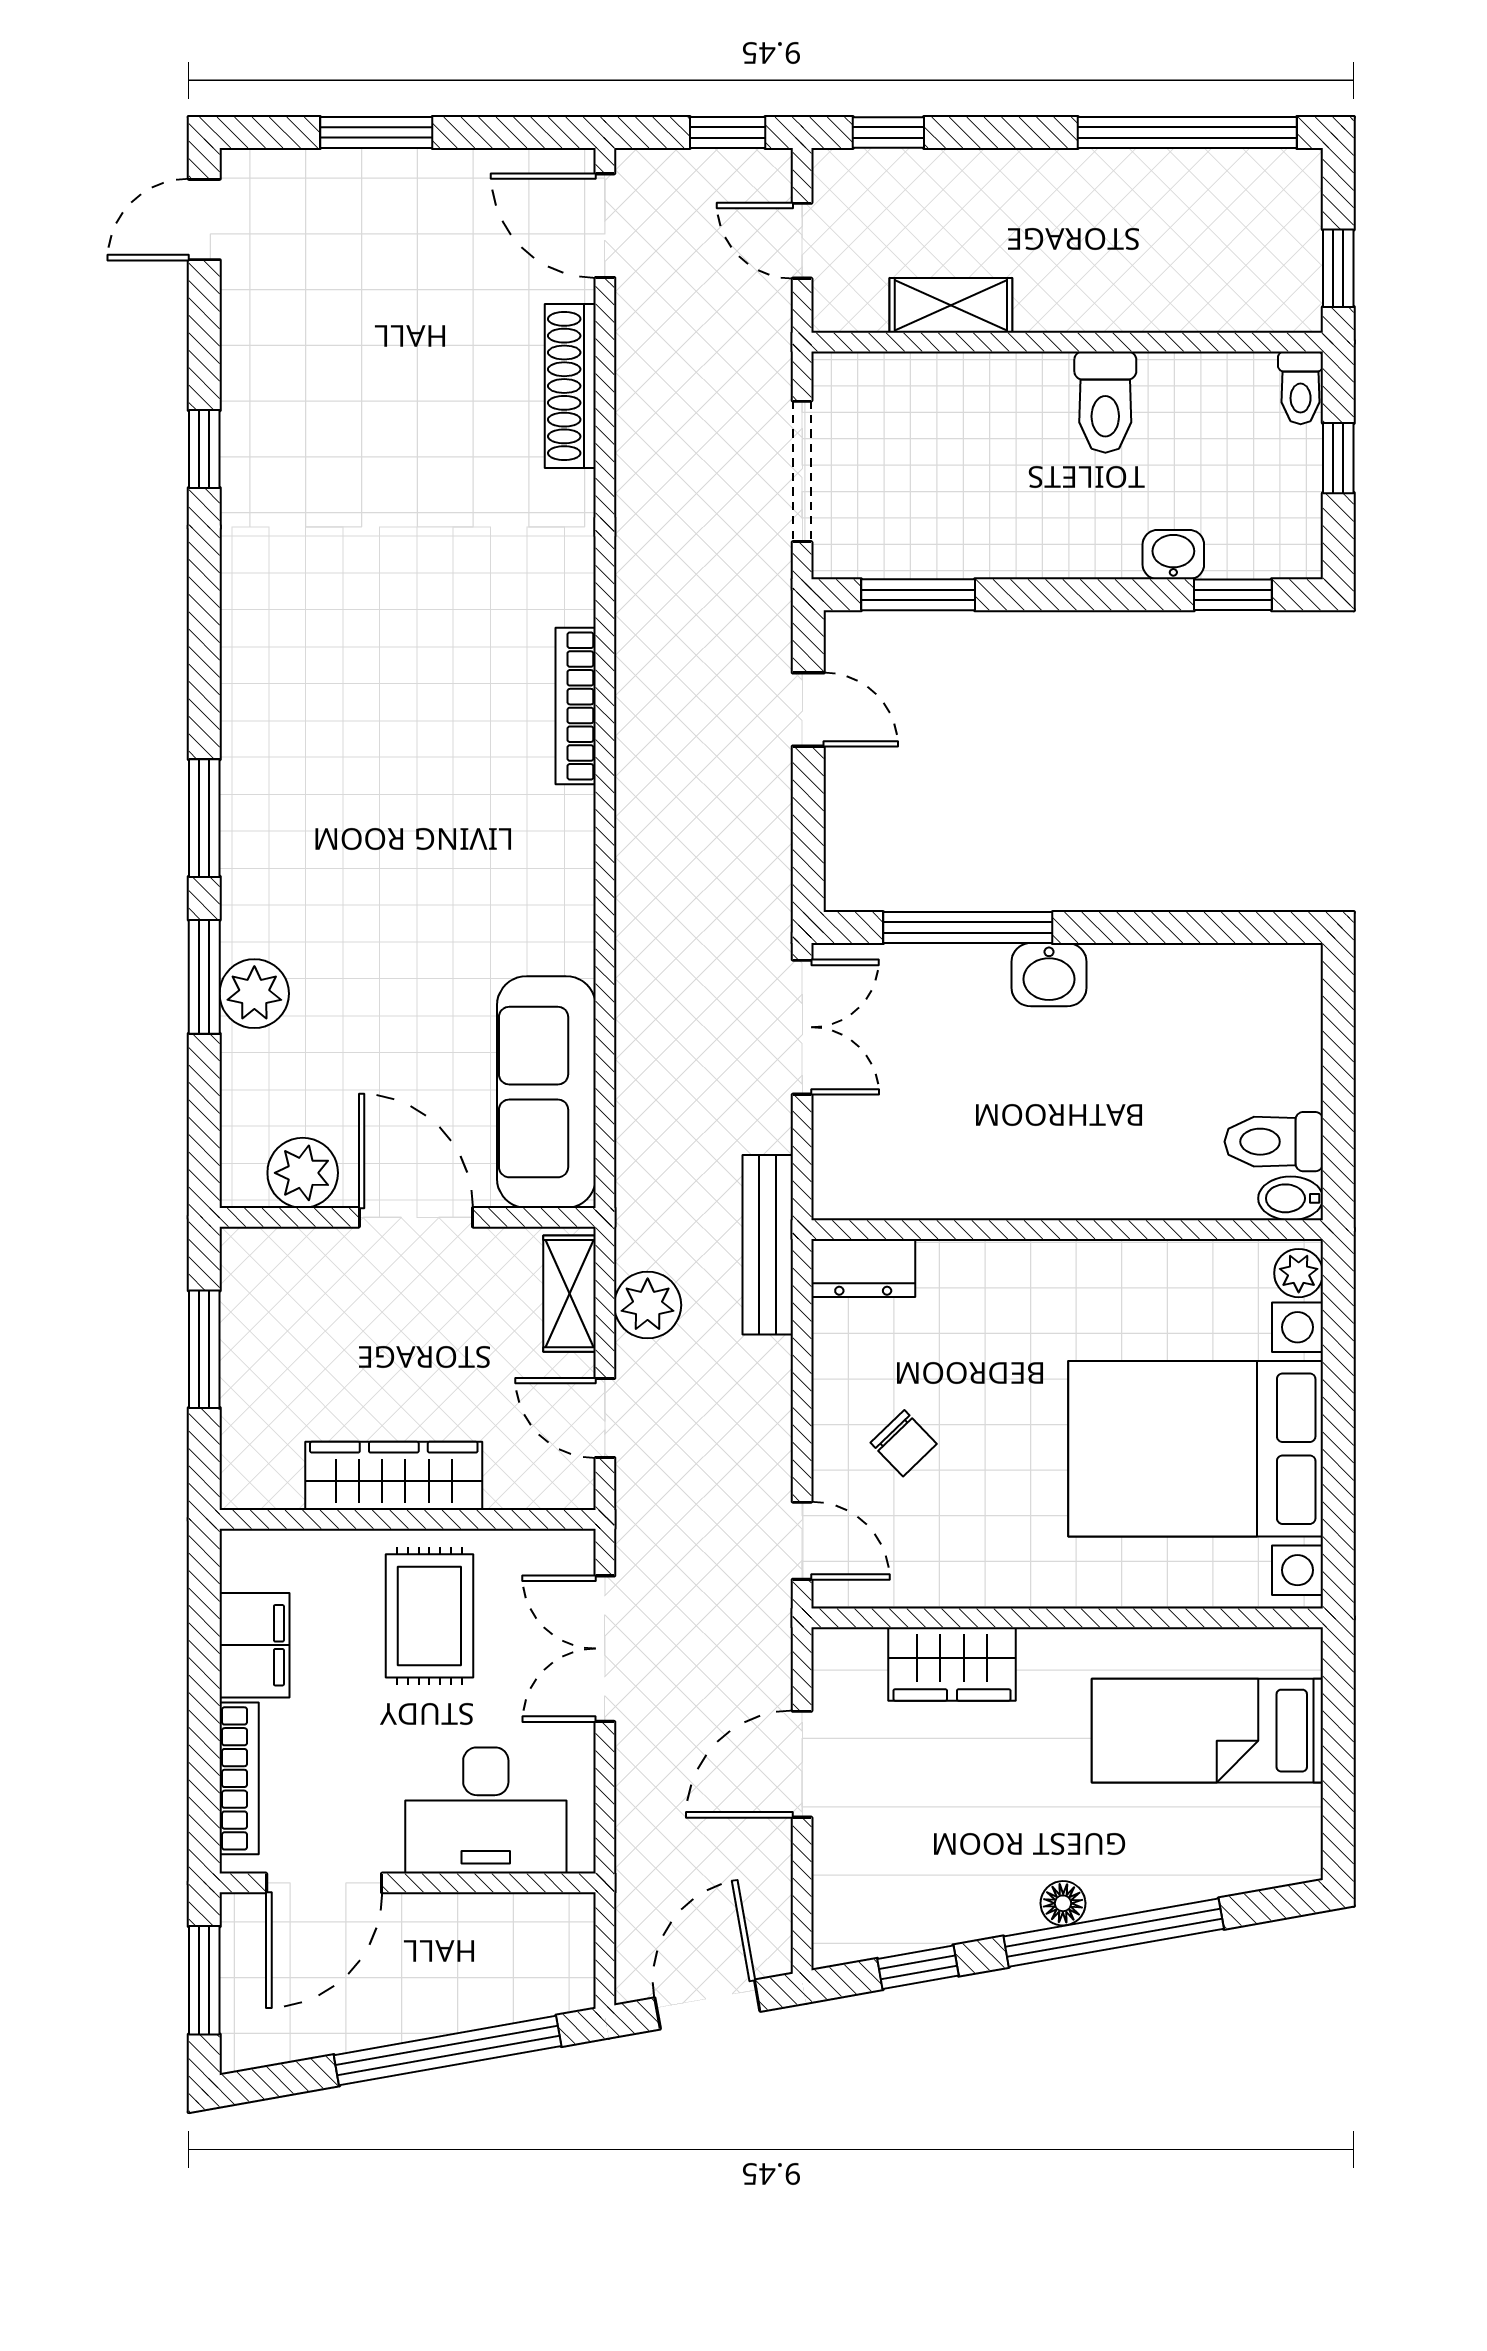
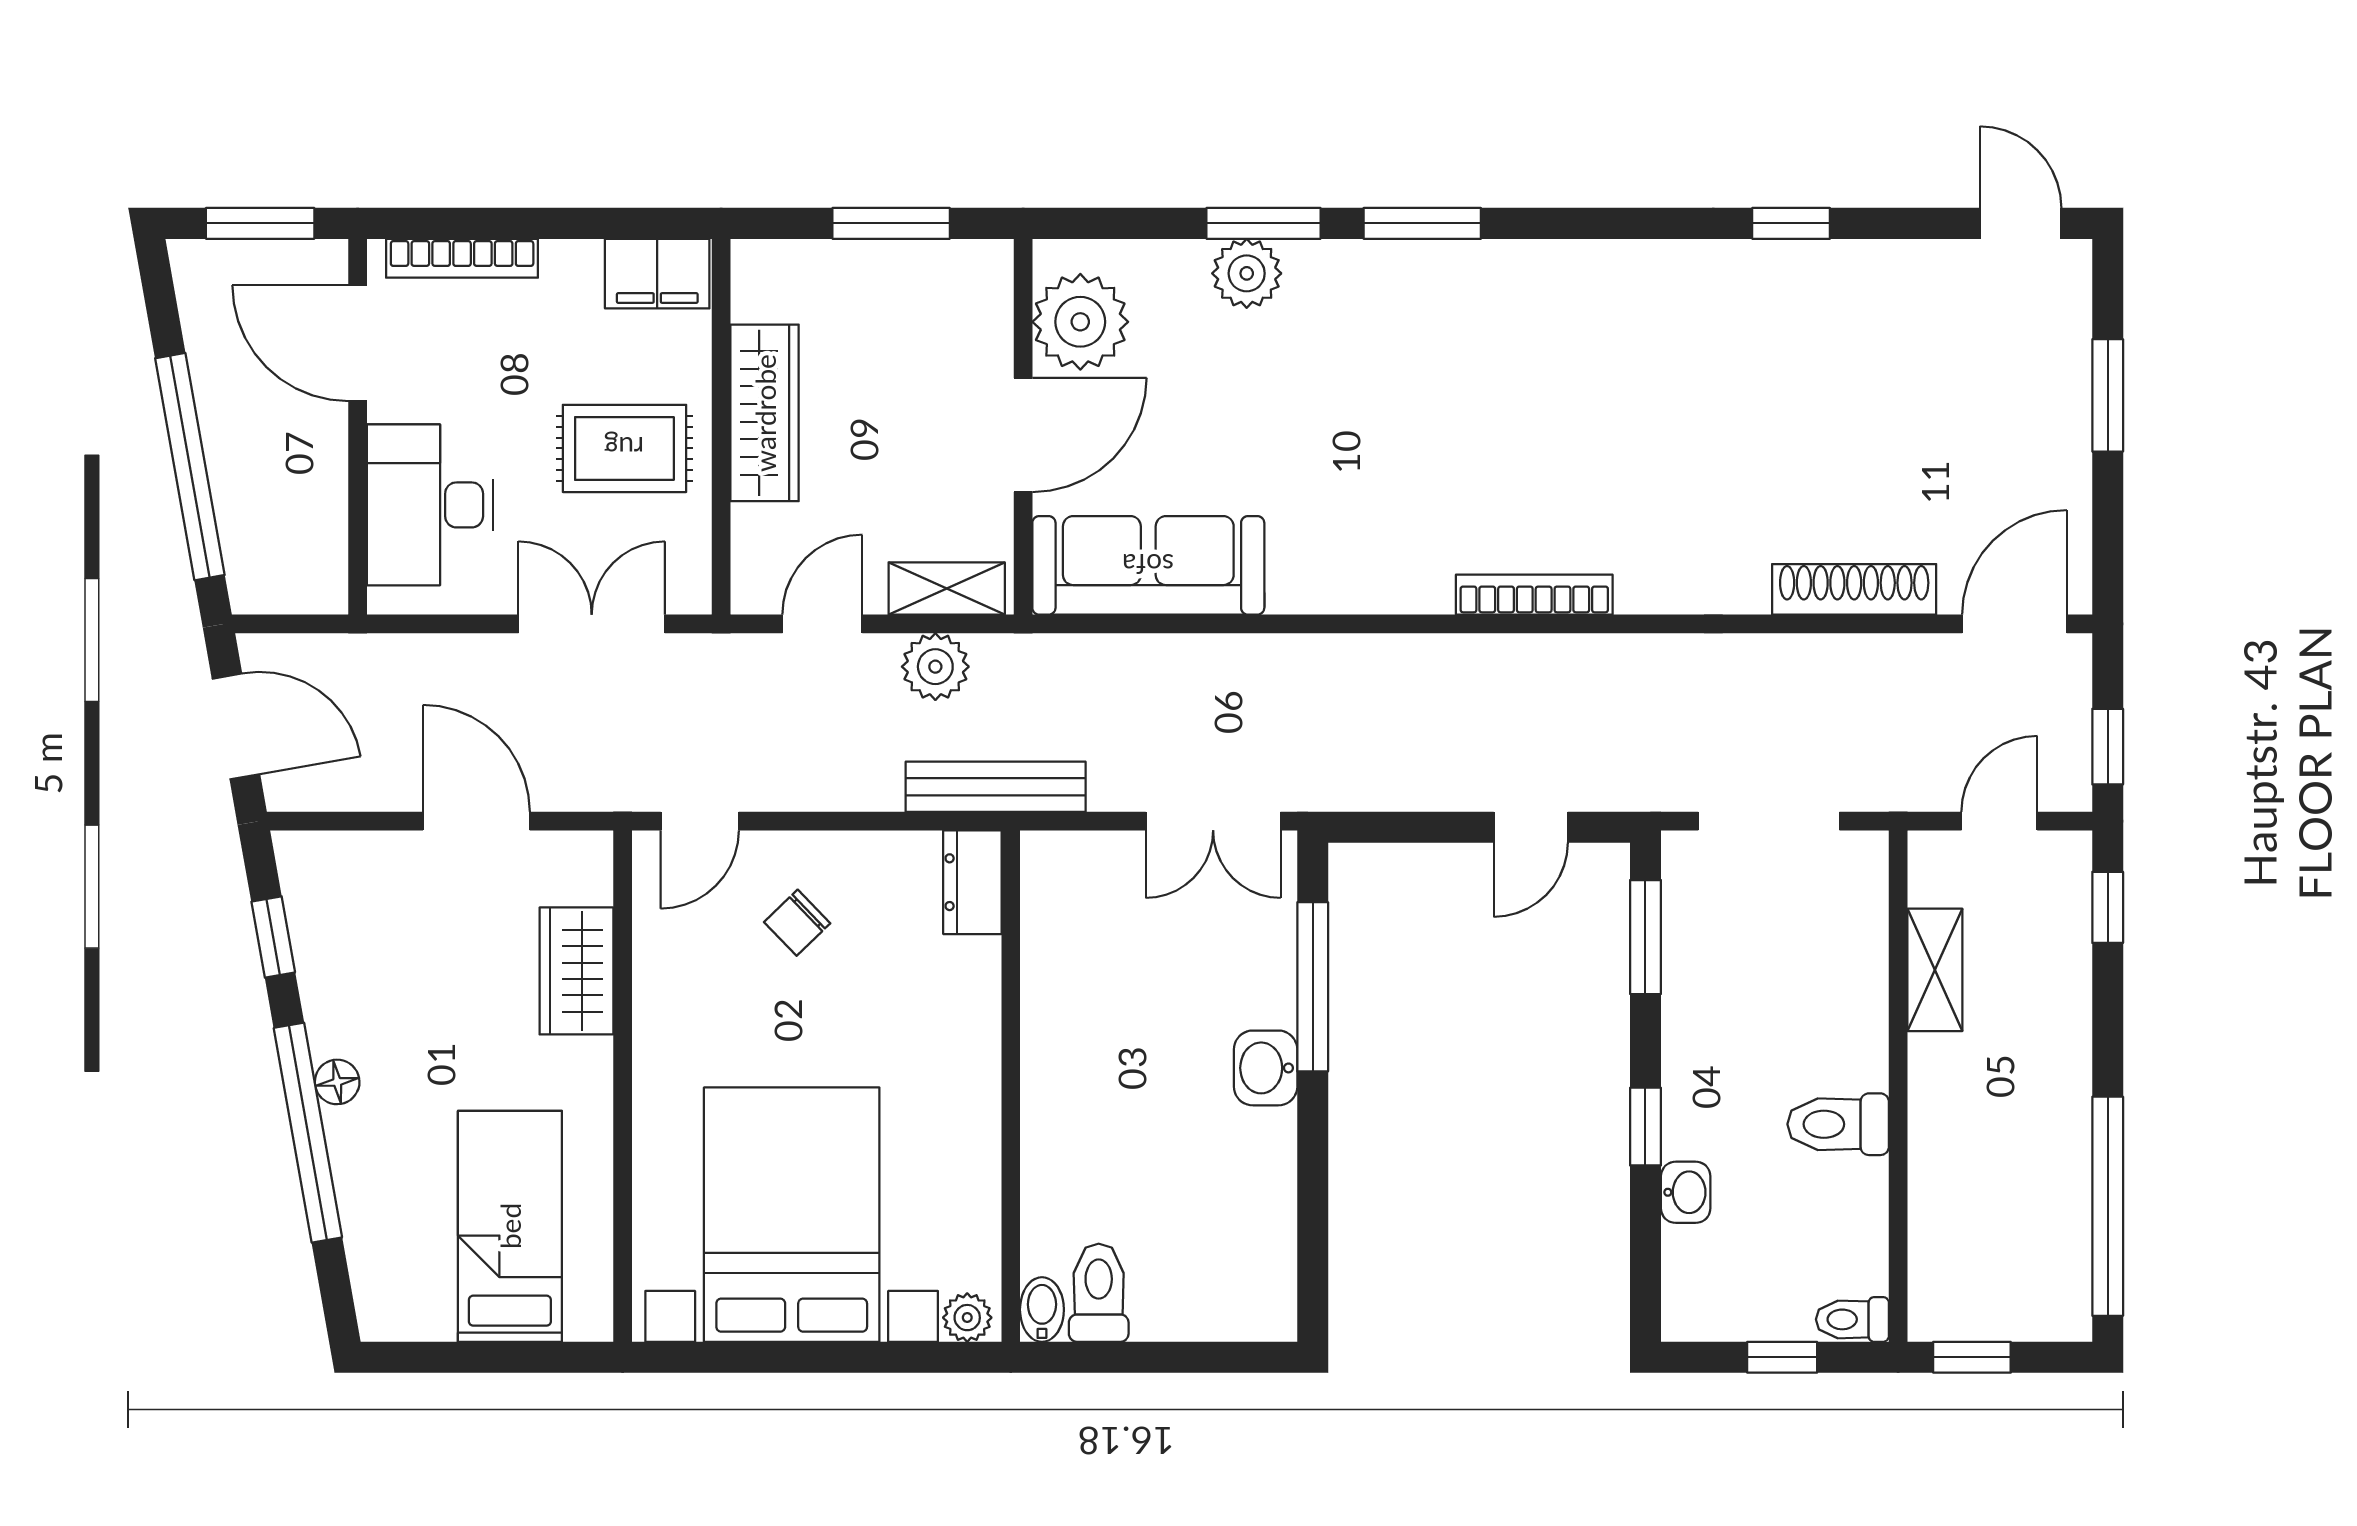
window: (1233, 595) -> (1645, 1127), moved
plant: (303, 1173) -> (1080, 322), width x1.36, depth x1.36
filing cabinet: (255, 1645) -> (657, 274), moved

